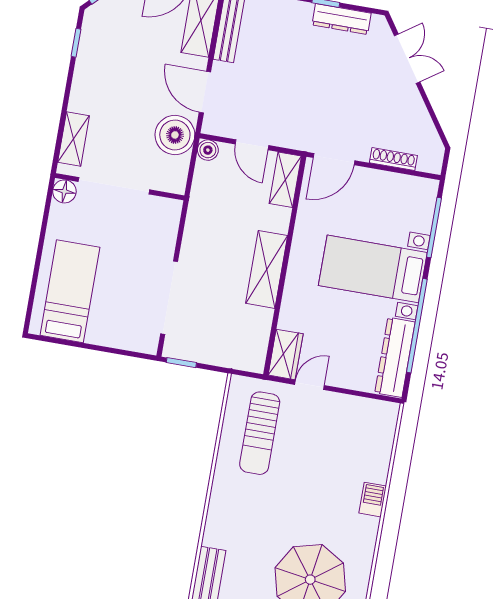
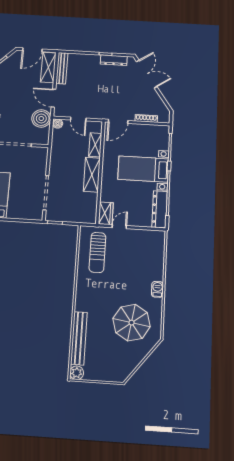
double door: (407, 59) -> (147, 74), width x1.37
shelving: (285, 180) -> (95, 145), moved
barbecue: (373, 500) -> (157, 289), moved

